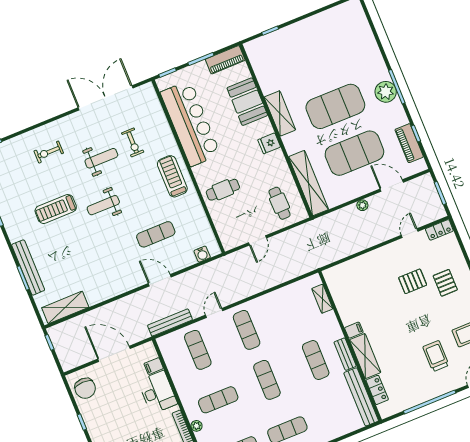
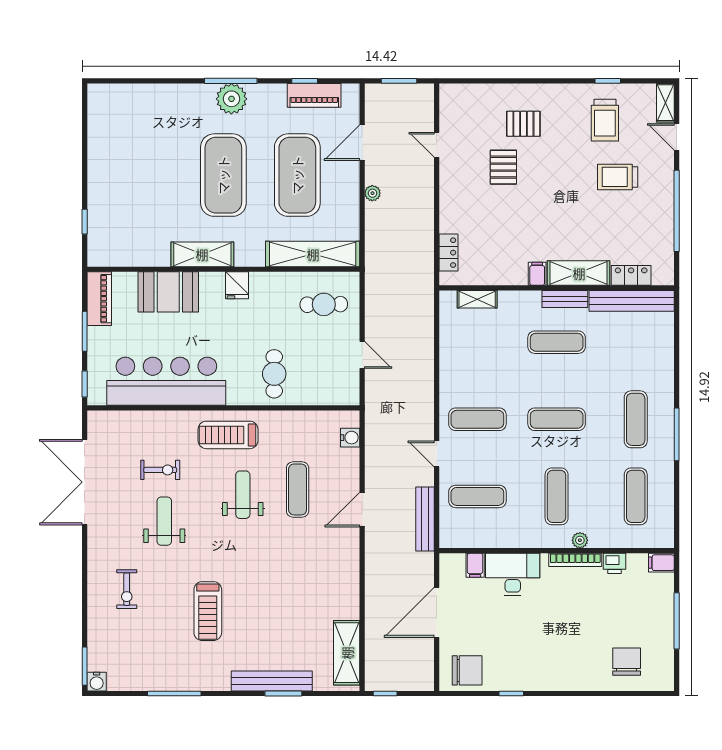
weight bench: (103, 205) -> (243, 495), moved, turned 180
locker: (439, 230) -> (448, 253), moved

